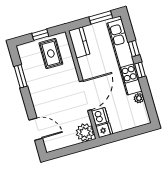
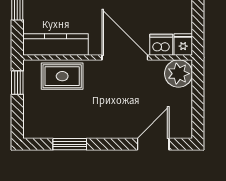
window: (40, 35) -> (17, 83), moved
kitchen counter: (79, 42) -> (55, 44), width x1.50
rug: (51, 53) -> (62, 76), moved

